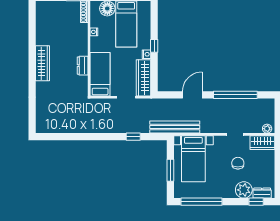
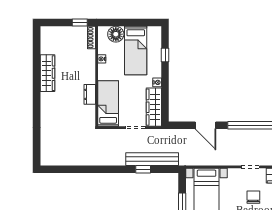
window: (154, 46) -> (165, 55), moved
wardrobe: (42, 63) -> (47, 73), moved
door: (192, 95) -> (205, 125), swing flipped
bench: (175, 127) -> (152, 159), moved

